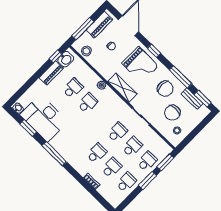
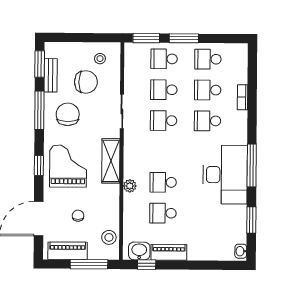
desk: (44, 118) -> (225, 175), moved

